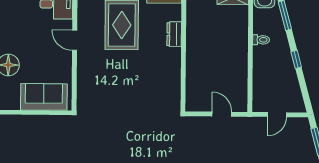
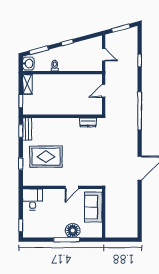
dresser: (174, 34) -> (88, 122), moved
door: (75, 40) -> (72, 187), moved

